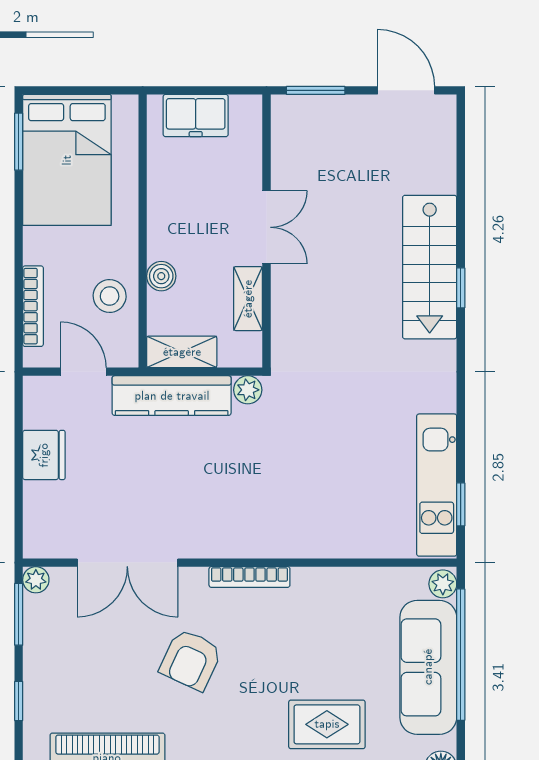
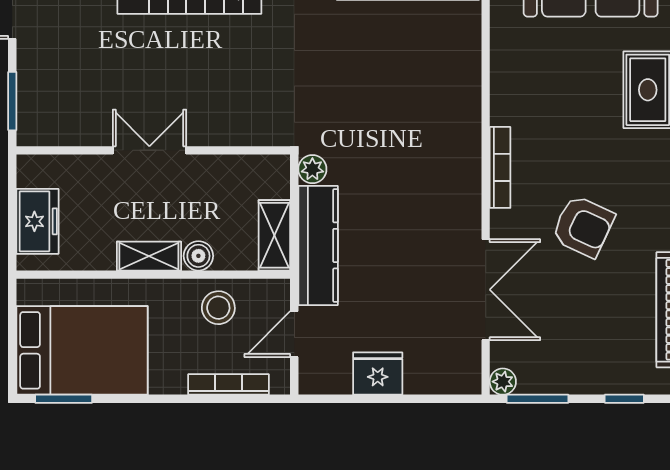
shelving: (248, 299) -> (149, 256), moved

